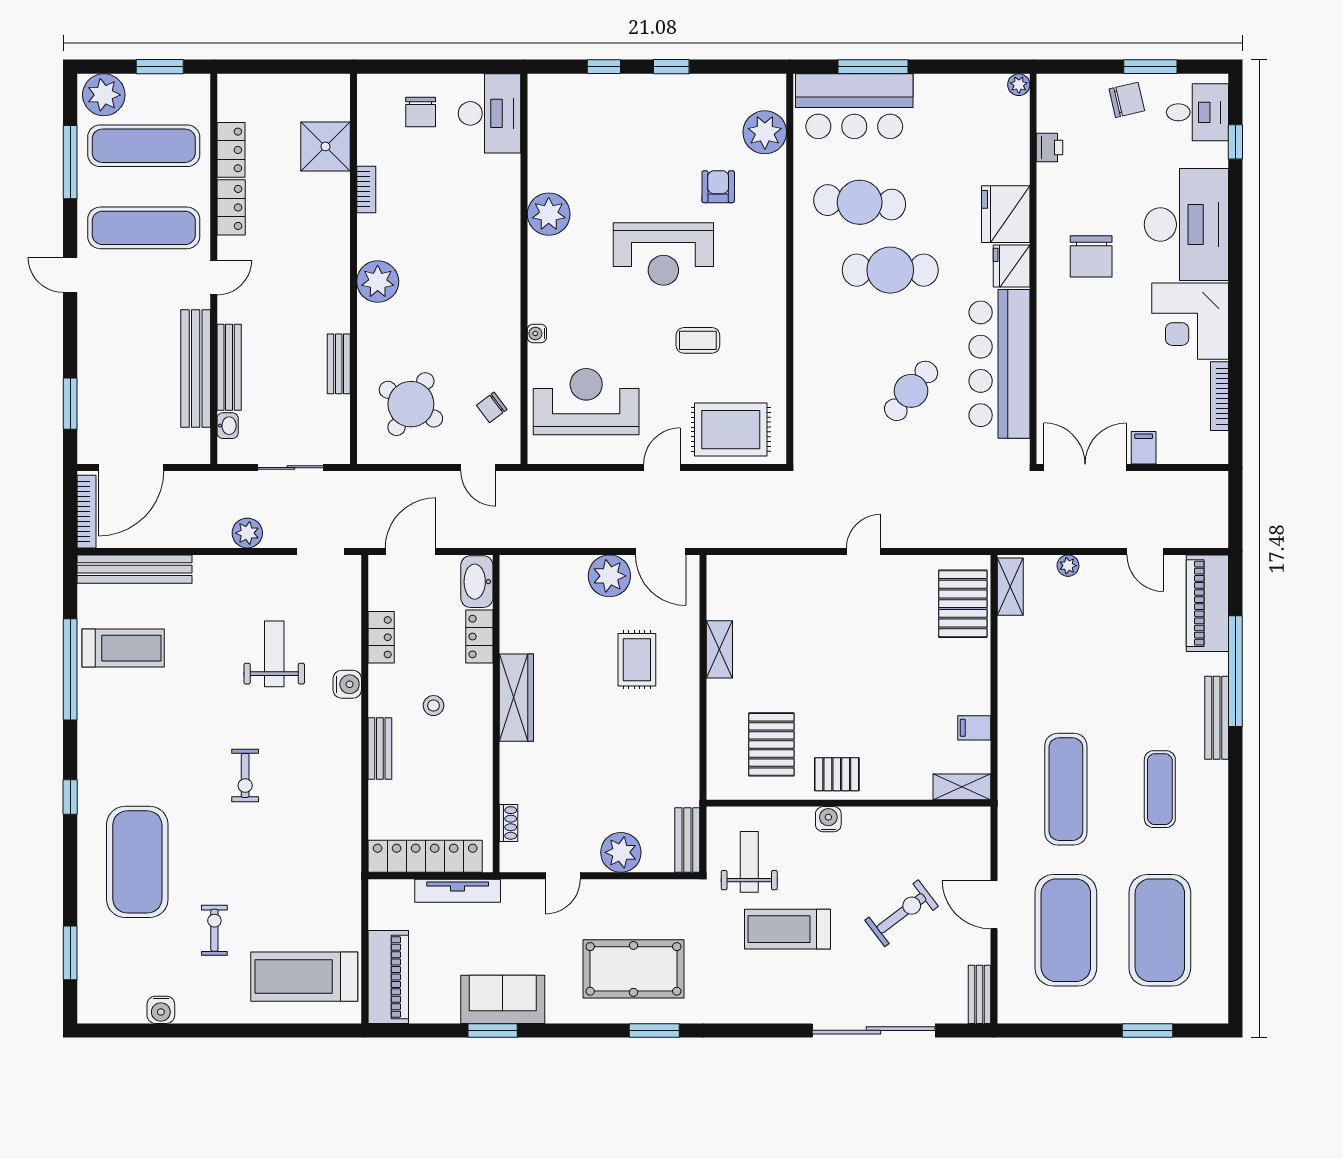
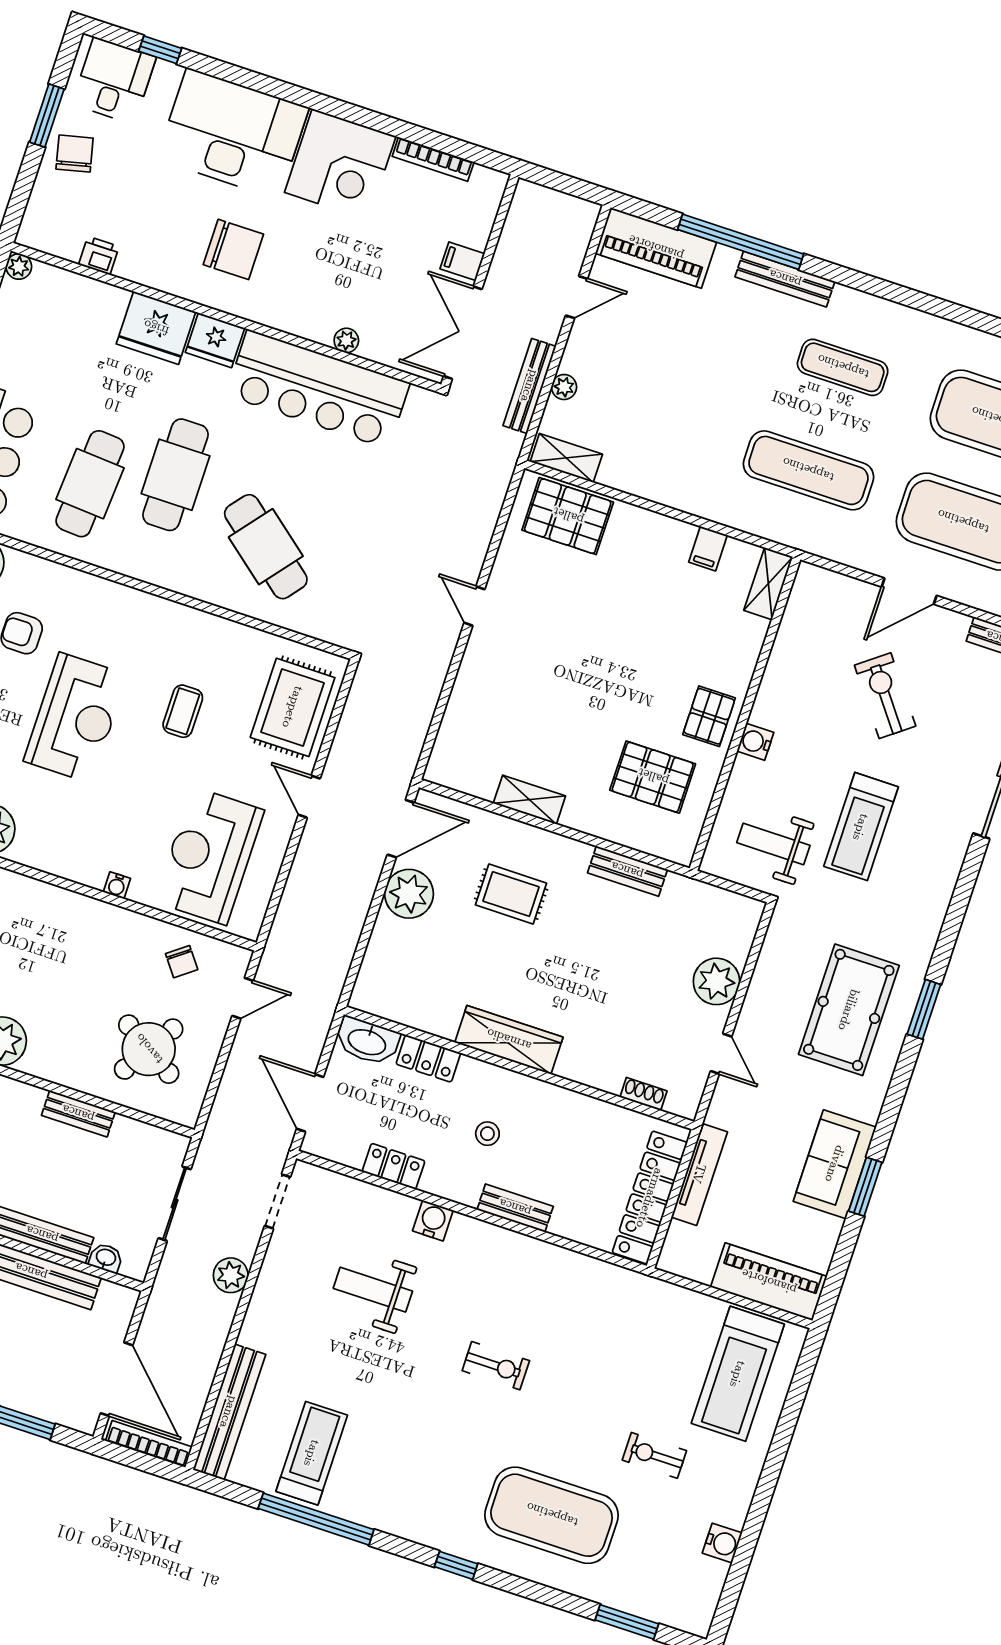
plant: (1047, 374) -> (346, 340), added
cafe table: (911, 391) -> (266, 547), moved, width x1.37, depth x1.35
bench: (1059, 537) -> (530, 386), added
bench: (687, 840) -> (627, 871), moved

